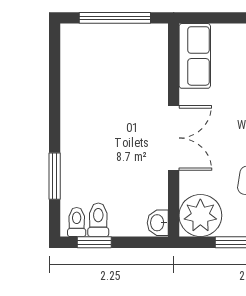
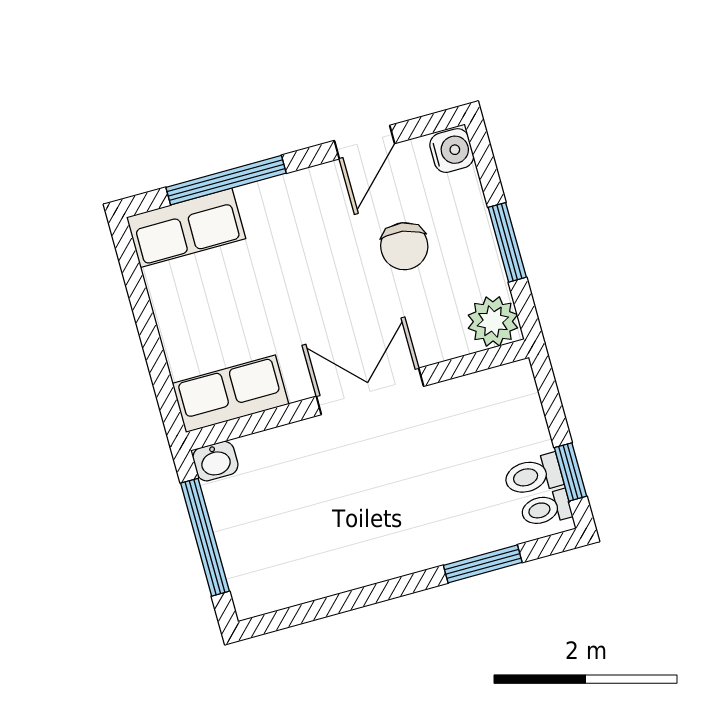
plant: (200, 215) -> (493, 321), width x0.73, depth x0.73
washbasin: (158, 223) -> (215, 461), moved

